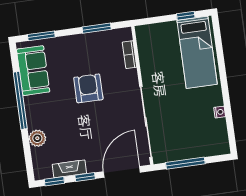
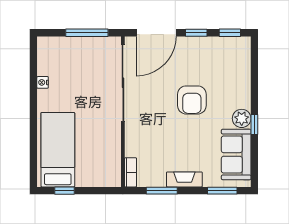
bookcase: (130, 55) -> (130, 172), moved
armchair: (88, 88) -> (192, 100), moved
window: (20, 100) -> (254, 124), width x0.32
plant: (37, 138) -> (242, 118), moved
fireplace: (69, 169) -> (184, 179), moved, turned 180

